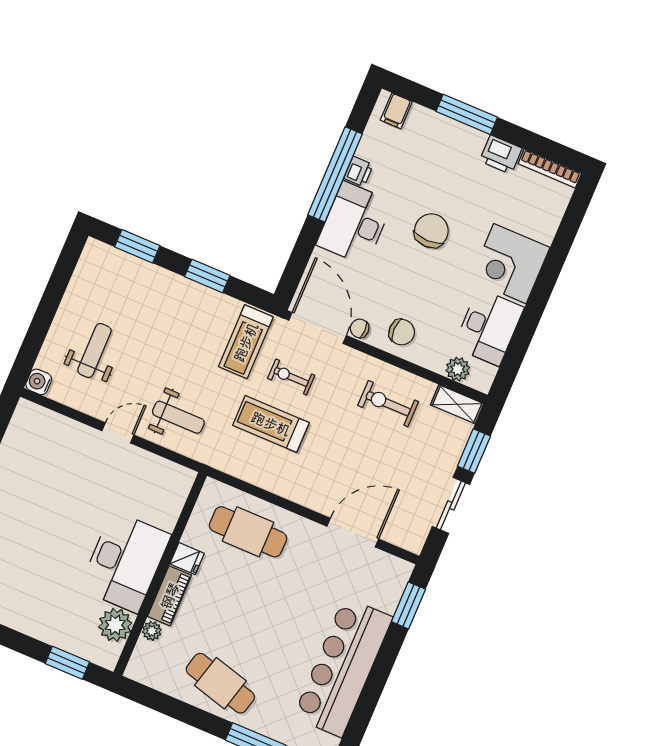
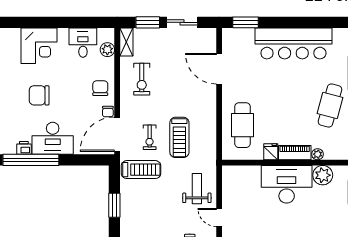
desk: (489, 327) -> (83, 43), width x0.73

